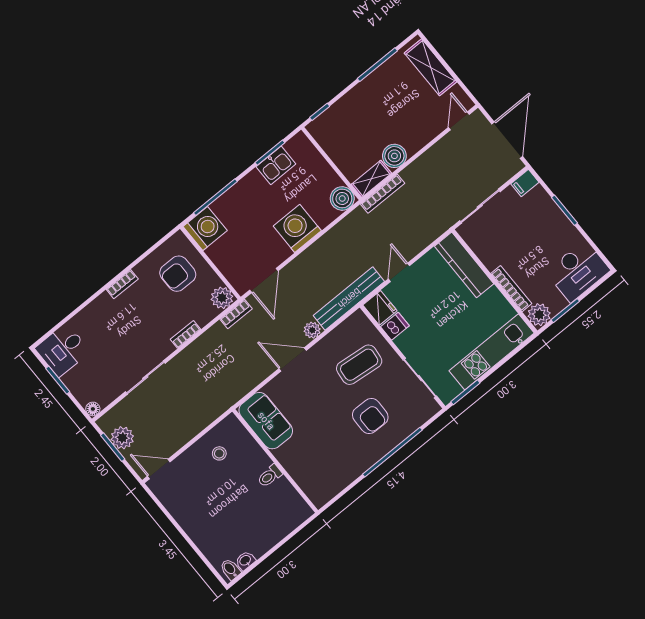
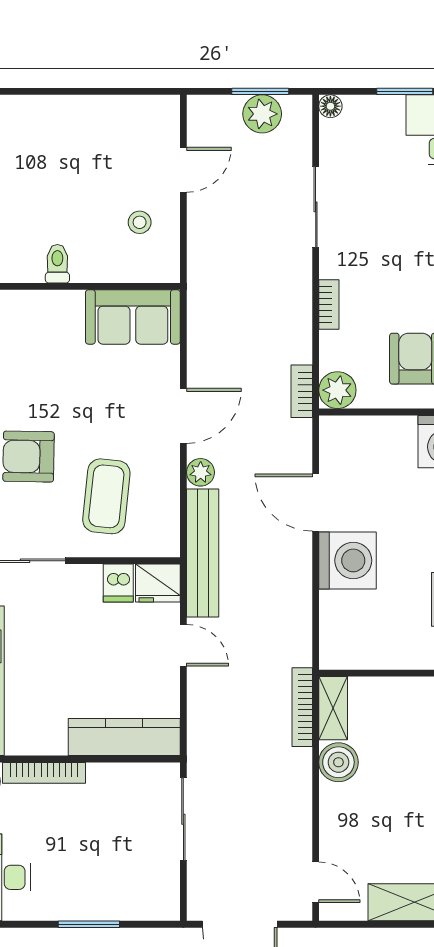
filing cabinet: (525, 183) -> (166, 902), removed
boiler: (342, 198) -> (339, 650), removed
door: (264, 280) -> (316, 503), moved
door: (159, 469) -> (183, 170), moved

